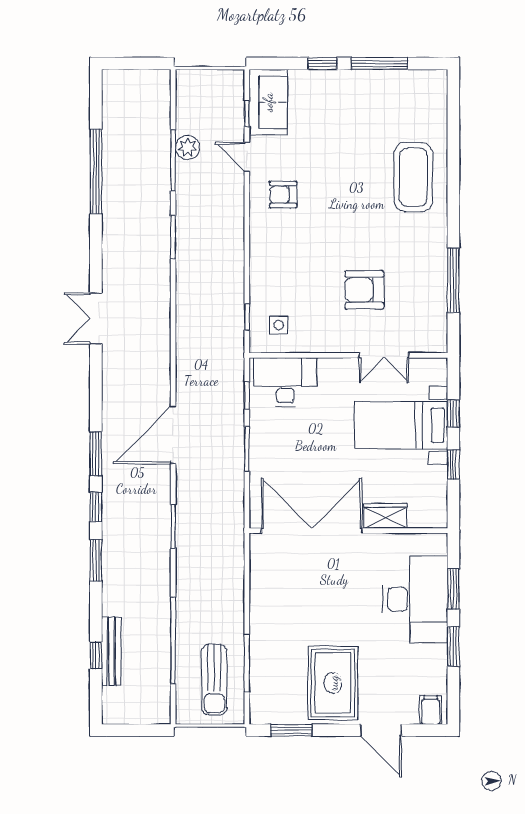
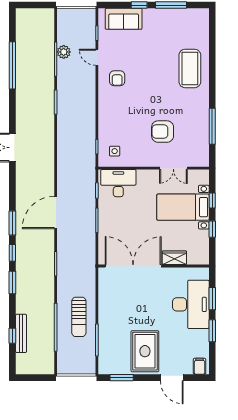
sofa: (268, 102) -> (124, 19), moved, turned 90
armchair: (283, 195) -> (117, 78), turned -90
sun lounger: (214, 680) -> (79, 317), moved

